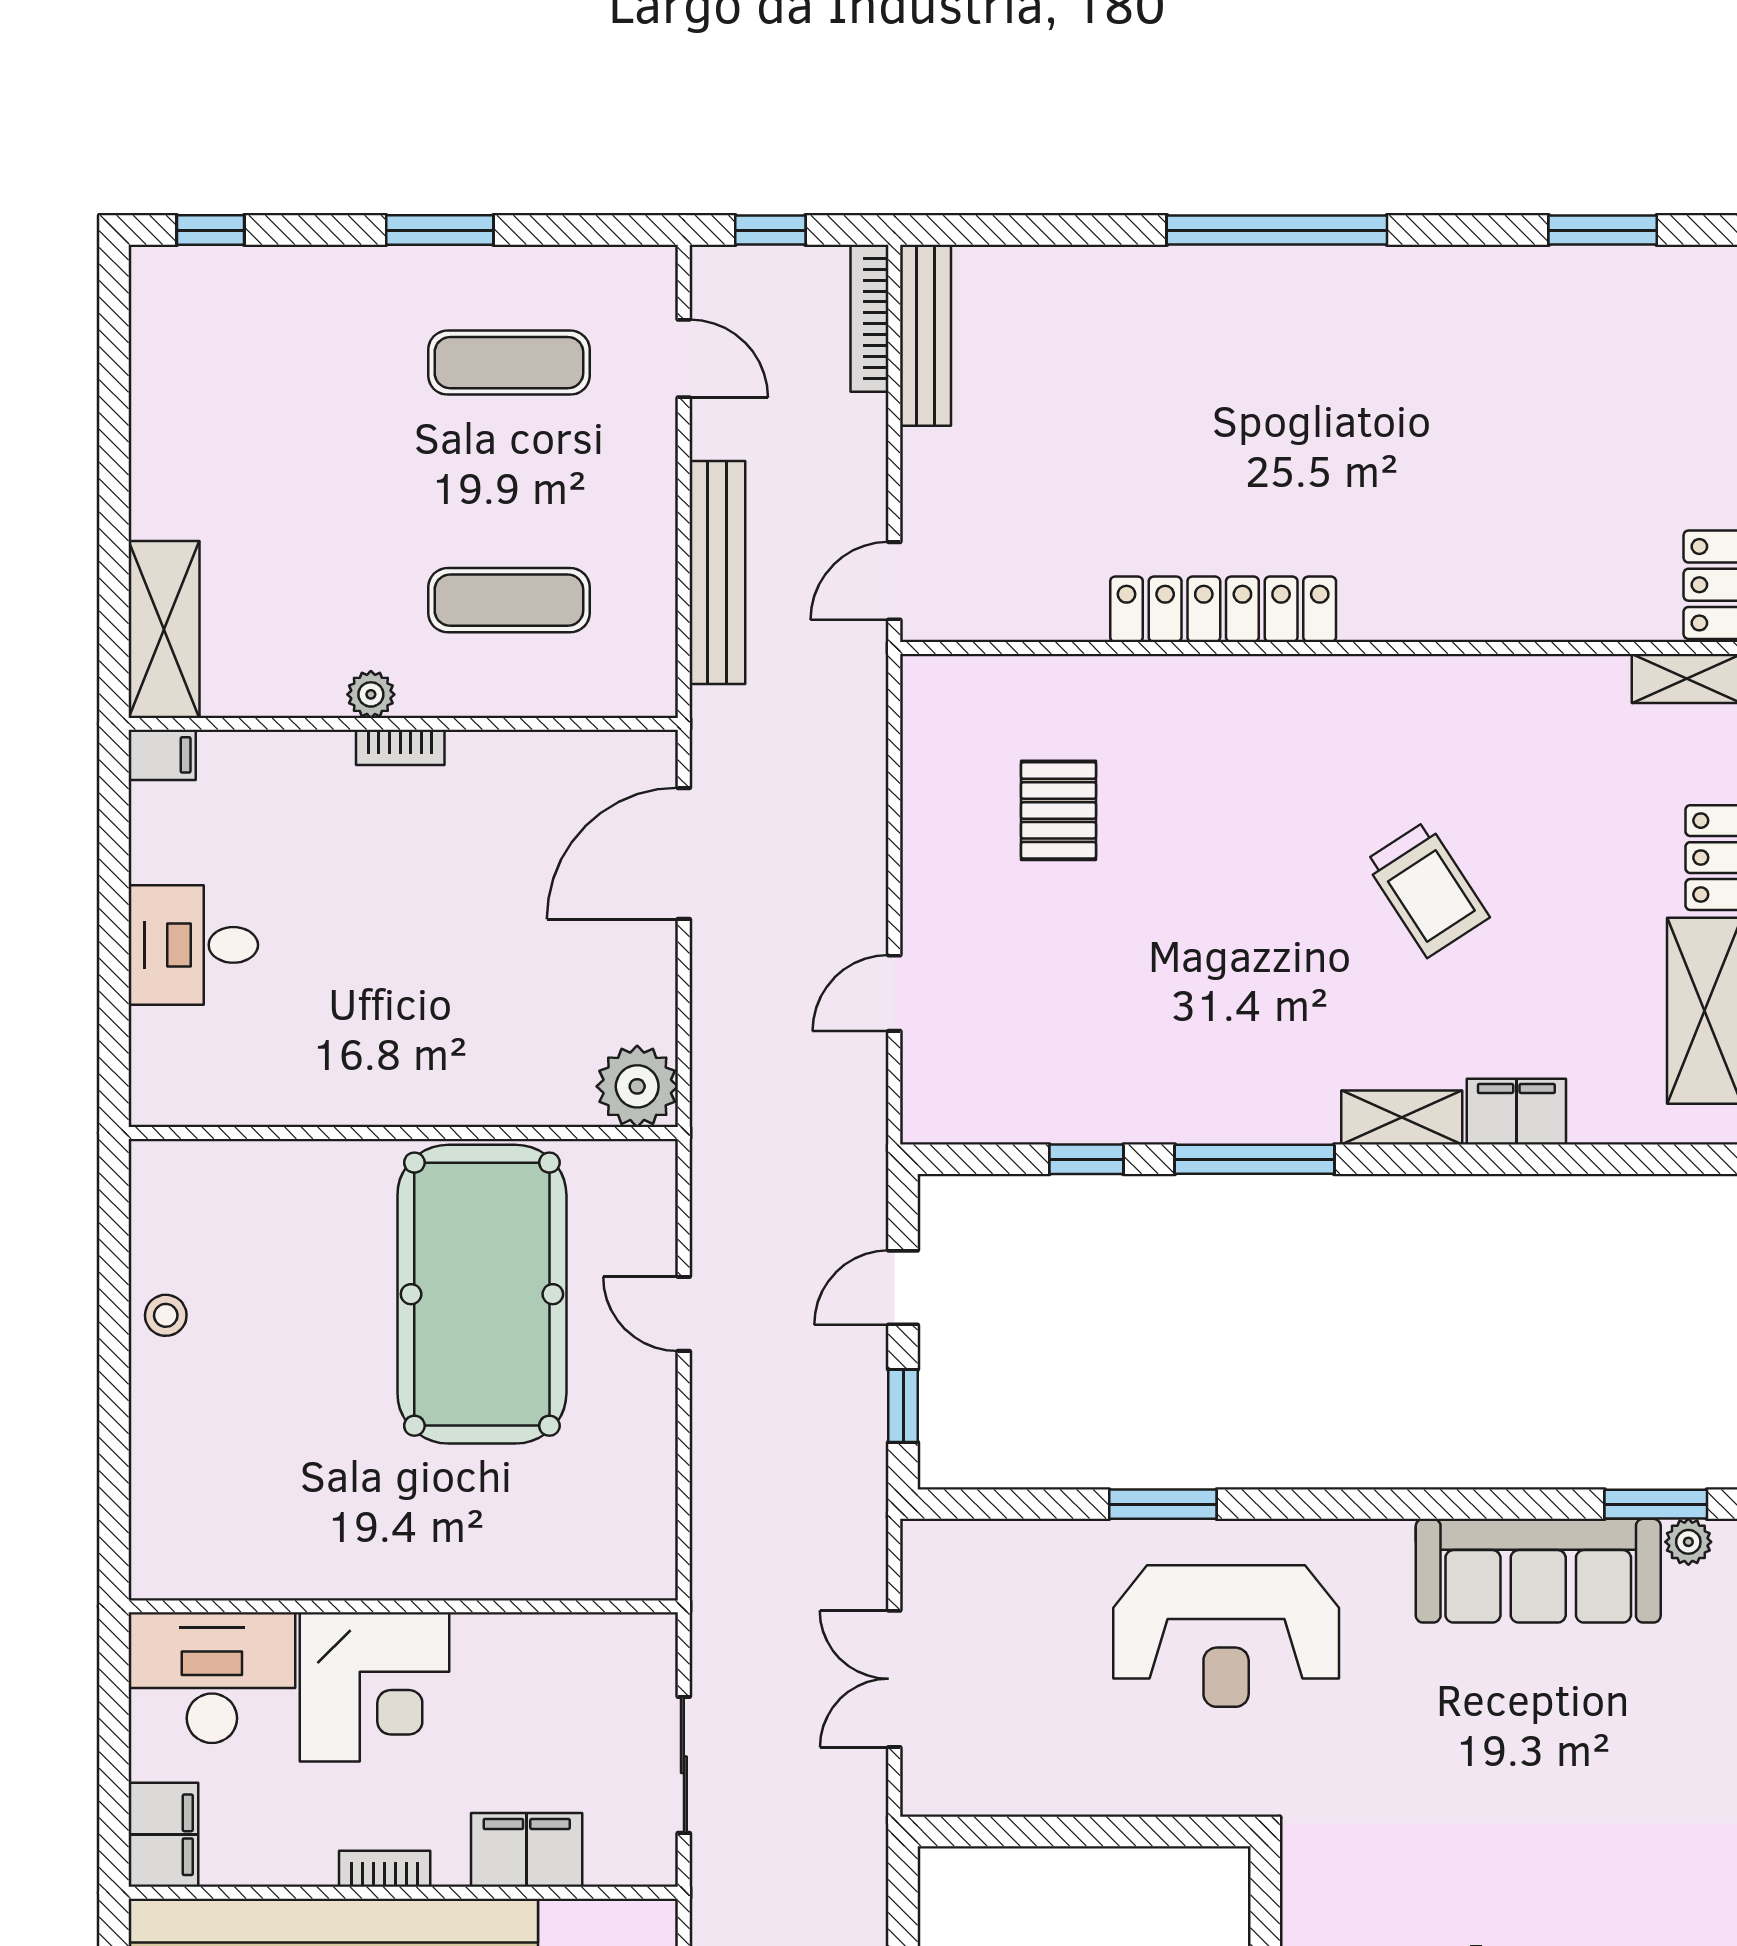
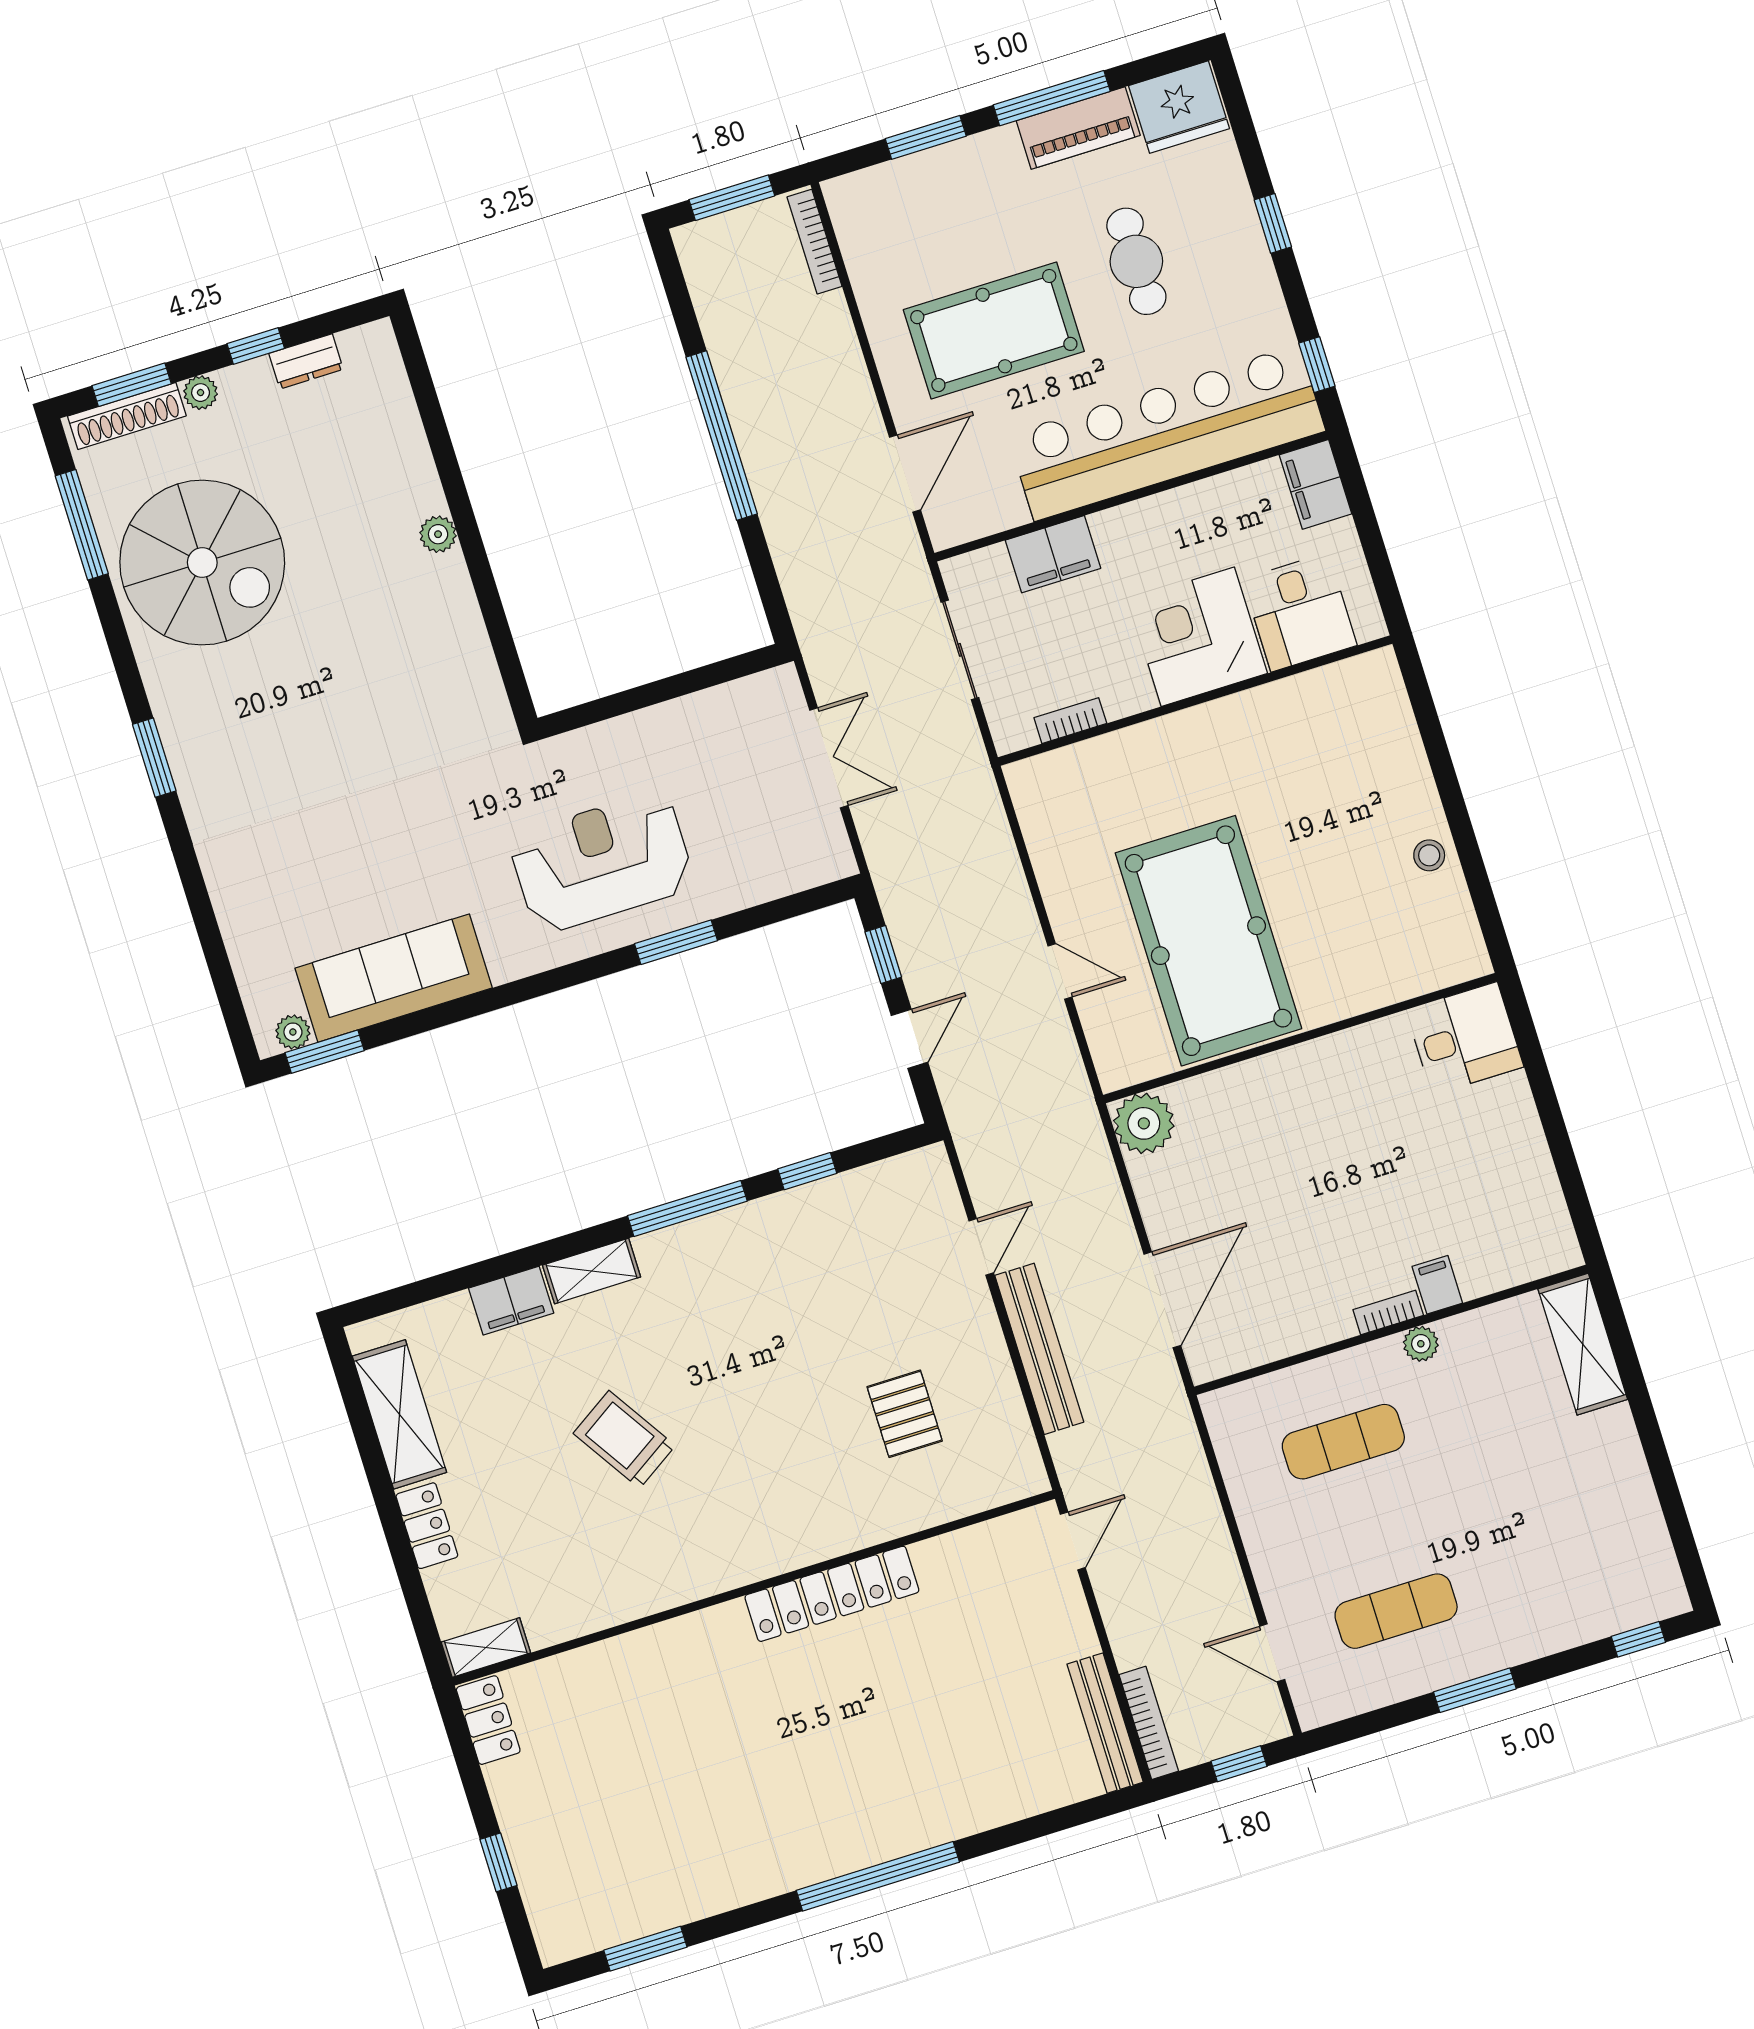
bench: (717, 573) -> (1039, 1349), moved
filing cabinet: (162, 755) -> (1437, 1285), moved, turned 90
desk: (193, 945) -> (1465, 1038), moved
desk: (212, 1678) -> (1300, 612), width x0.73
bookcase: (385, 1869) -> (1070, 721), moved, turned 180

